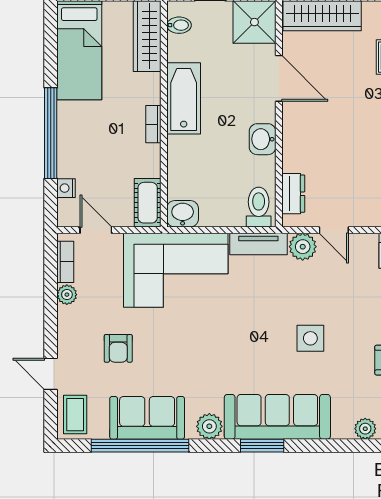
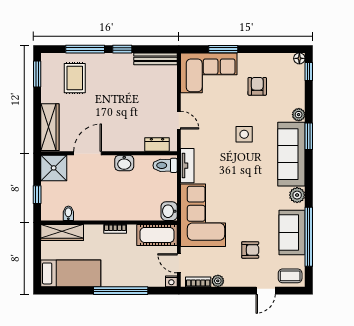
bidet: (179, 25) -> (68, 213), moved
bathtub: (184, 98) -> (100, 211), removed
nightstand: (66, 188) -> (171, 281), moved
cot: (148, 203) -> (157, 235), width x1.37, depth x1.34
door: (96, 230) -> (179, 263), hinge flipped
door: (334, 230) -> (179, 120), hinge flipped
plant: (303, 247) -> (189, 139), removed
plant: (365, 429) -> (299, 115), moved
window: (262, 446) -> (309, 136), moved

